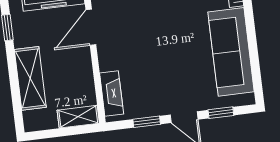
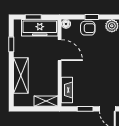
door: (91, 27) -> (60, 50), swing flipped

